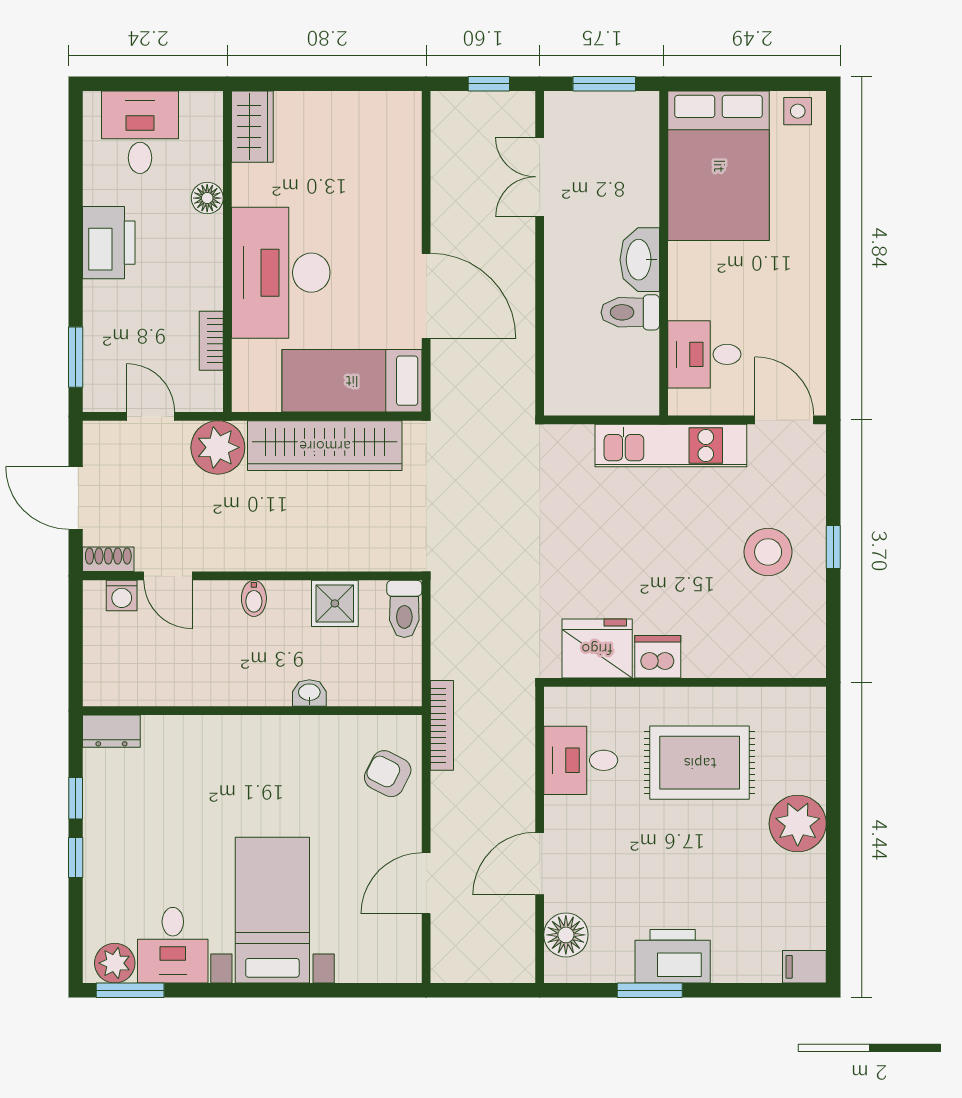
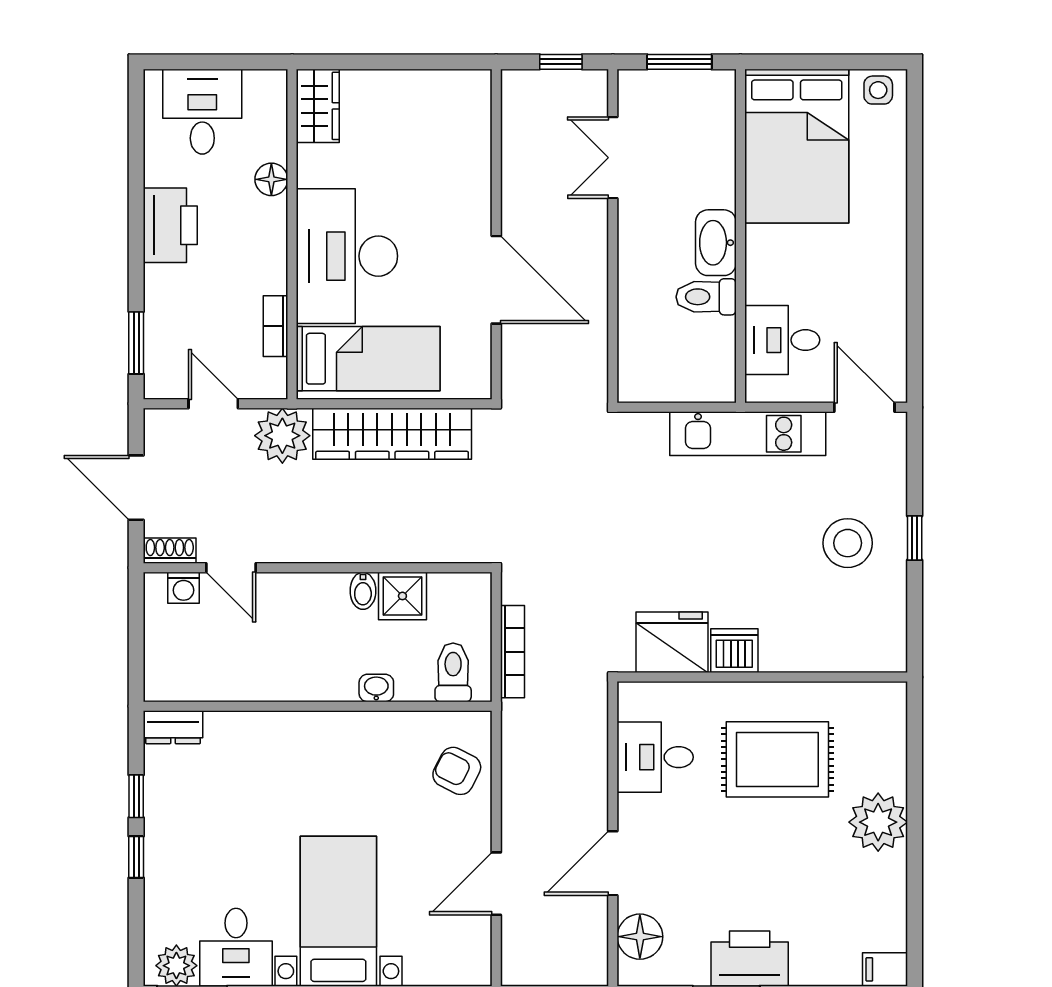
bed: (352, 381) -> (368, 359), moved, turned 180
bidet: (254, 598) -> (363, 591), moved
toilet: (404, 609) -> (453, 672), moved, turned 180
bookcase: (442, 725) -> (512, 652), moved

